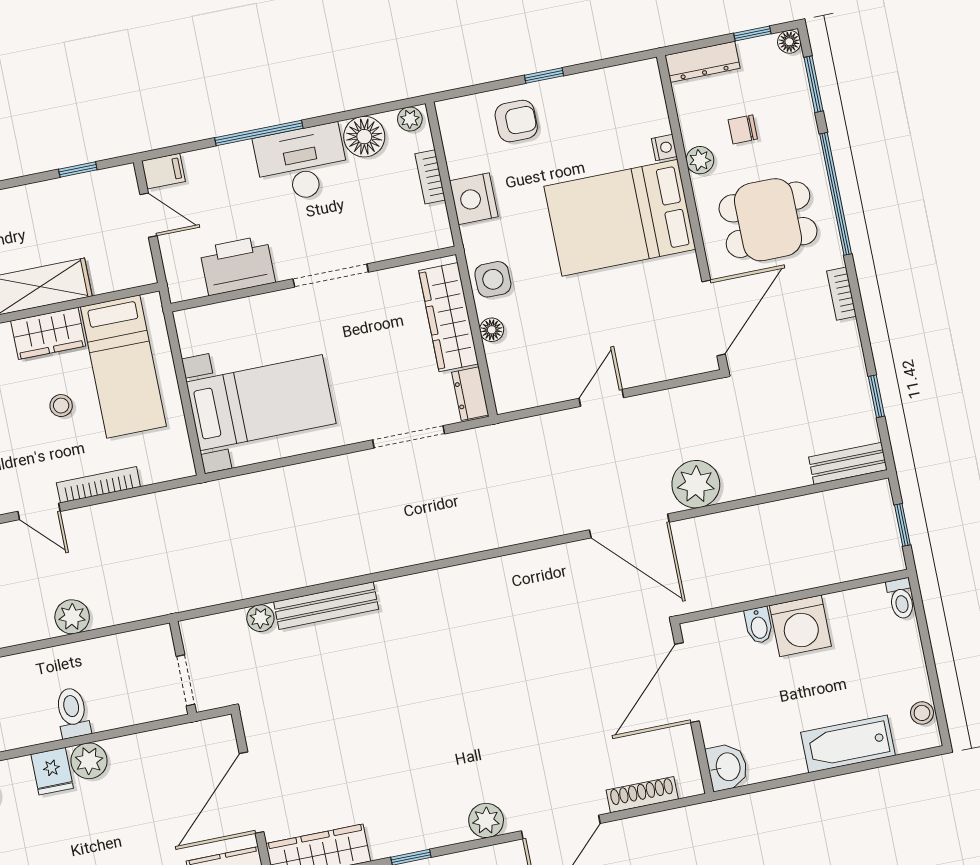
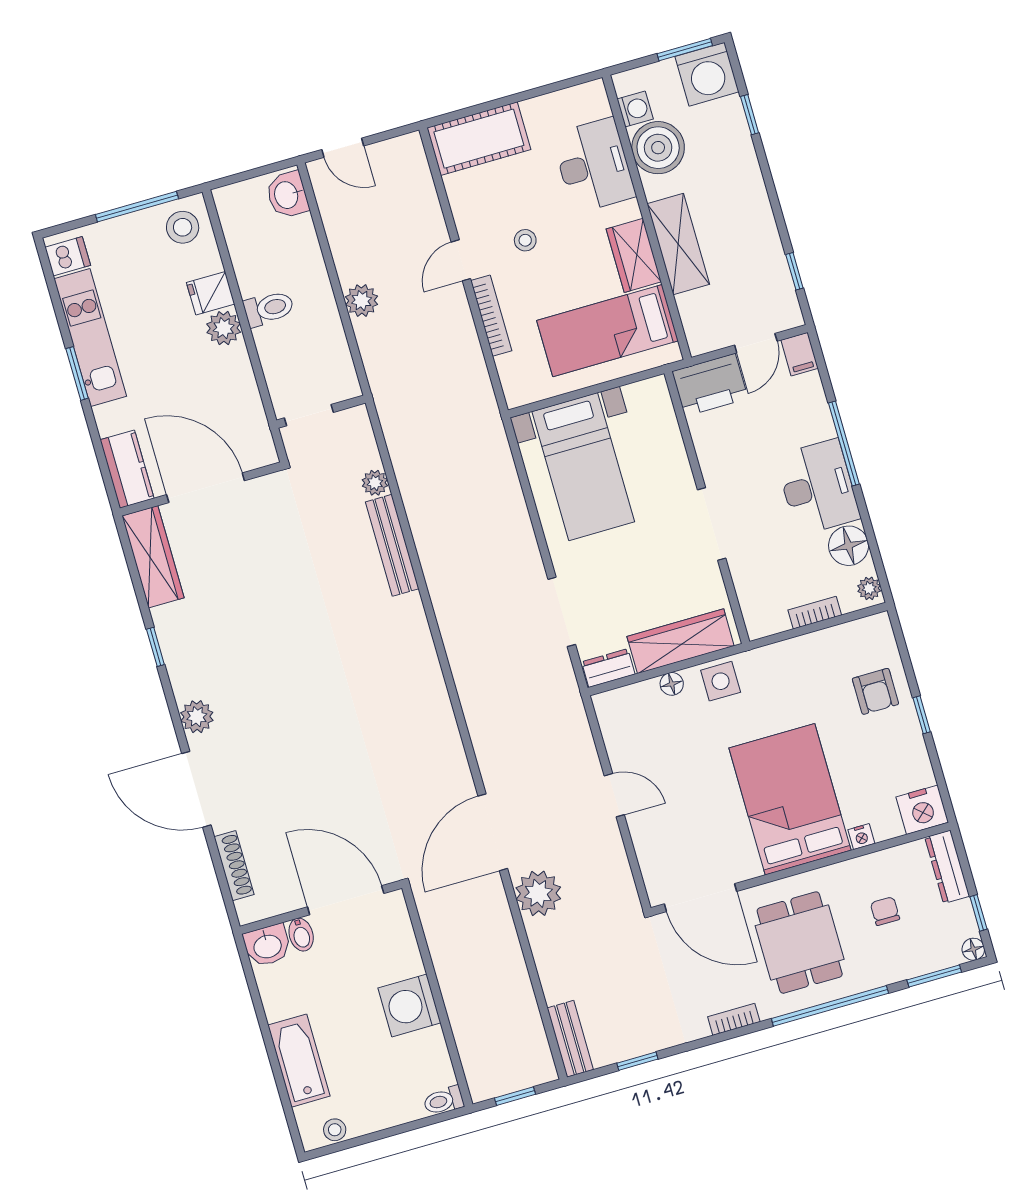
plant: (700, 160) -> (852, 872), removed
nightstand: (474, 199) -> (922, 810), moved, turned 180
printer: (237, 265) -> (710, 385), moved, turned 90
stool: (61, 406) -> (525, 240), moved
bidet: (759, 625) -> (301, 935), moved, turned -90

